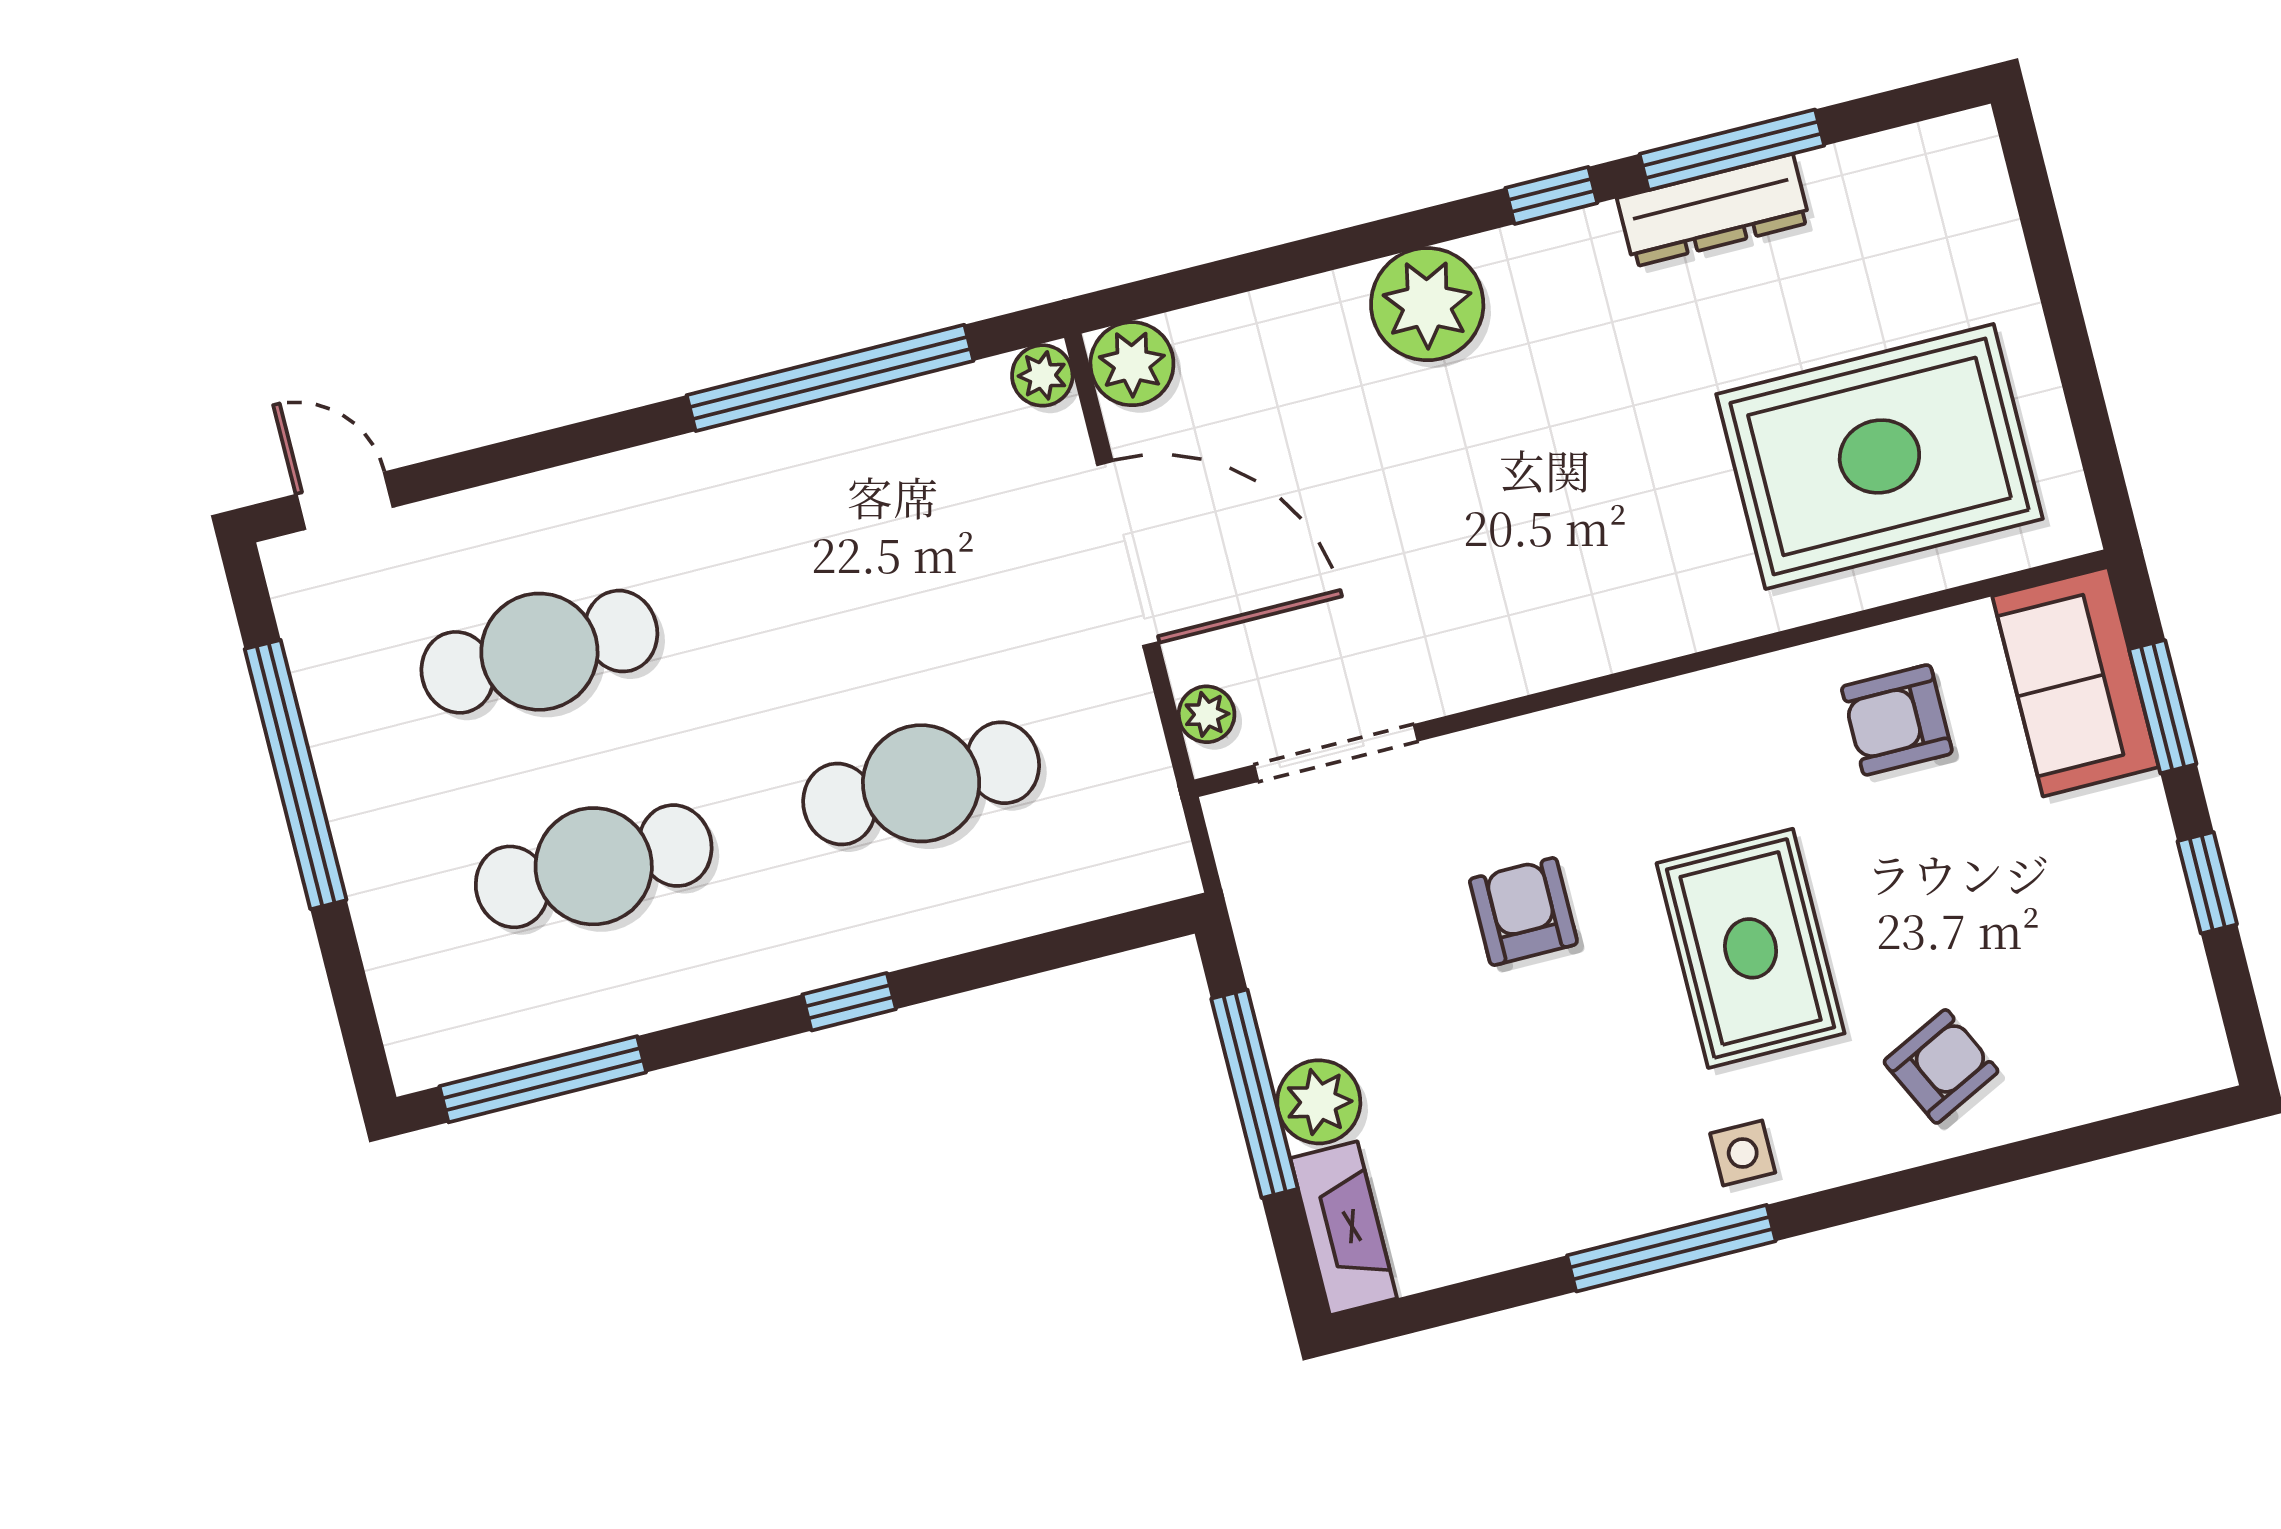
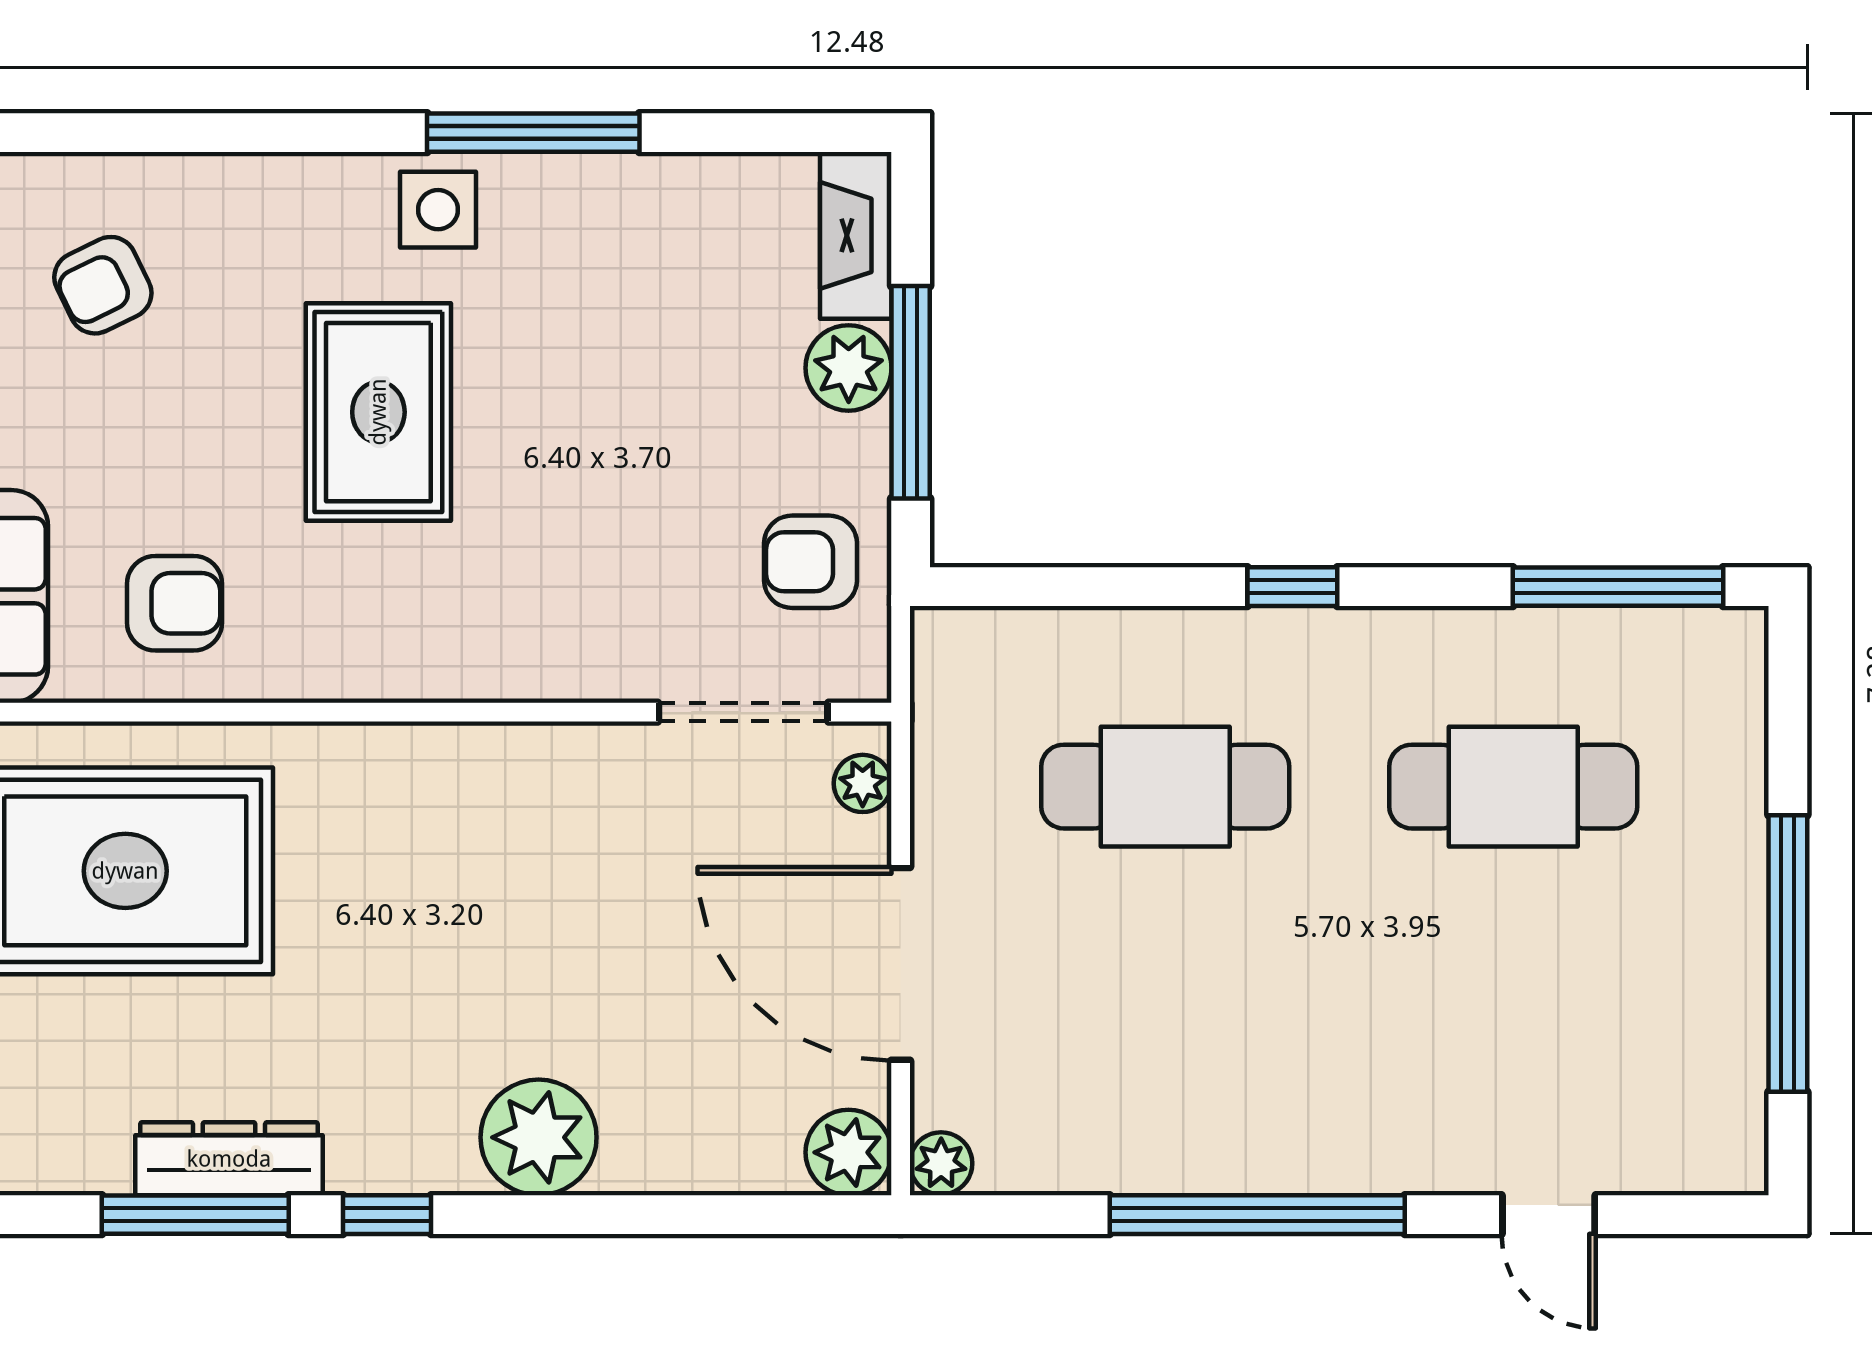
window: (830, 378) -> (1257, 1215), moved
door: (345, 501) -> (1549, 1215), moved
cafe table: (539, 652) -> (1513, 1015), removed
armchair: (1523, 912) -> (811, 562), moved, turned 90
armchair: (1941, 1066) -> (103, 285), moved
side table: (1743, 1153) -> (438, 210), width x1.37, depth x1.37

